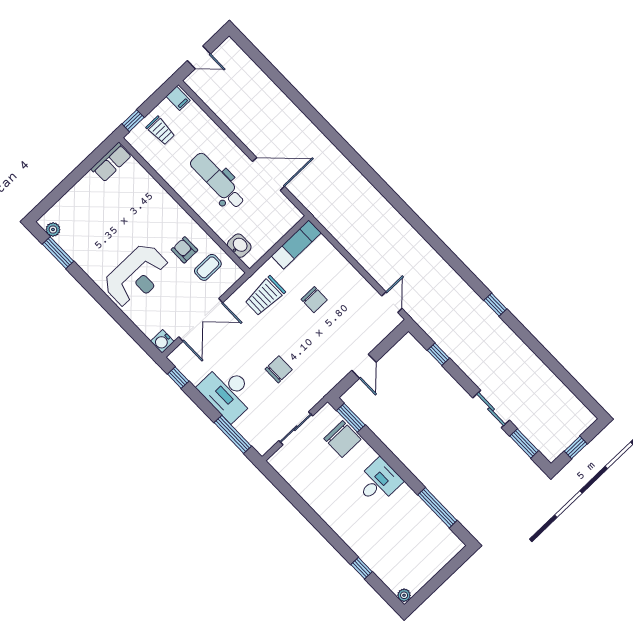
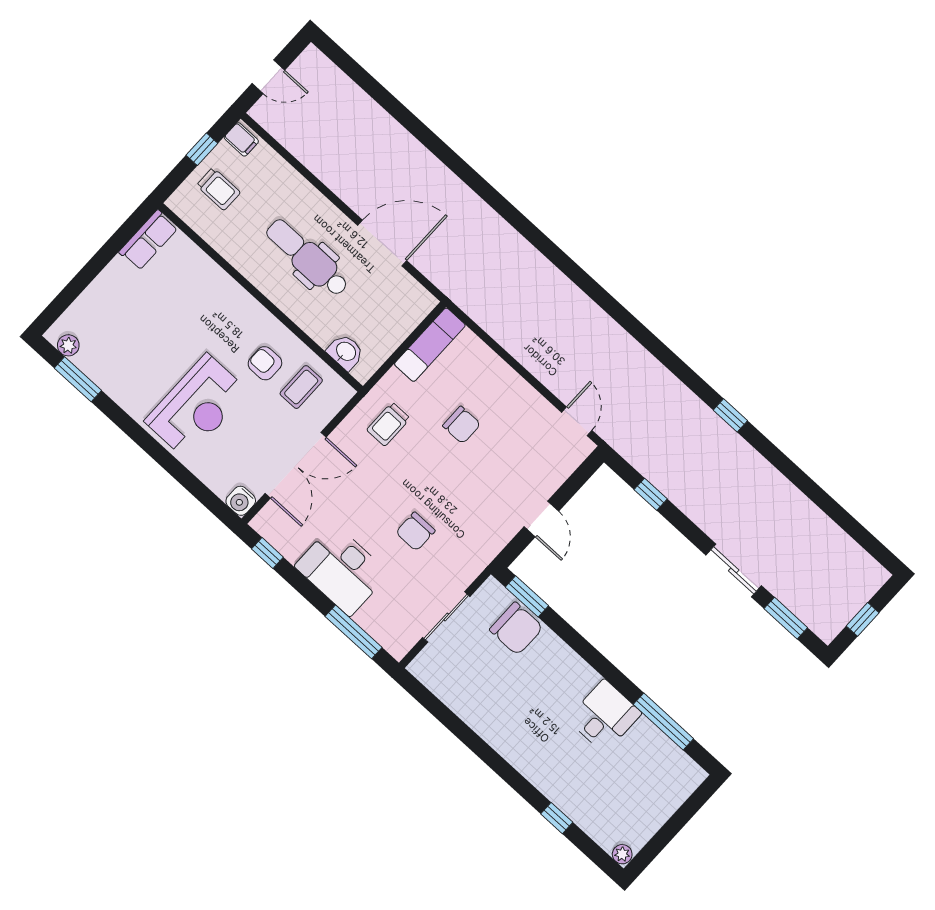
window: (133, 121) -> (202, 149), moved
trolley: (265, 296) -> (388, 424), width x0.73, depth x0.72
chair: (279, 369) -> (415, 531), turned 180
desk: (379, 482) -> (604, 716), moved

